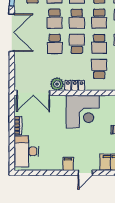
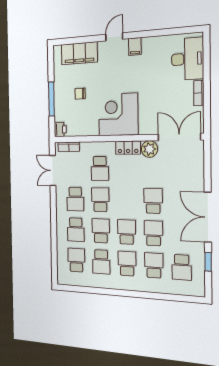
school desk: (77, 44) -> (126, 200), removed

